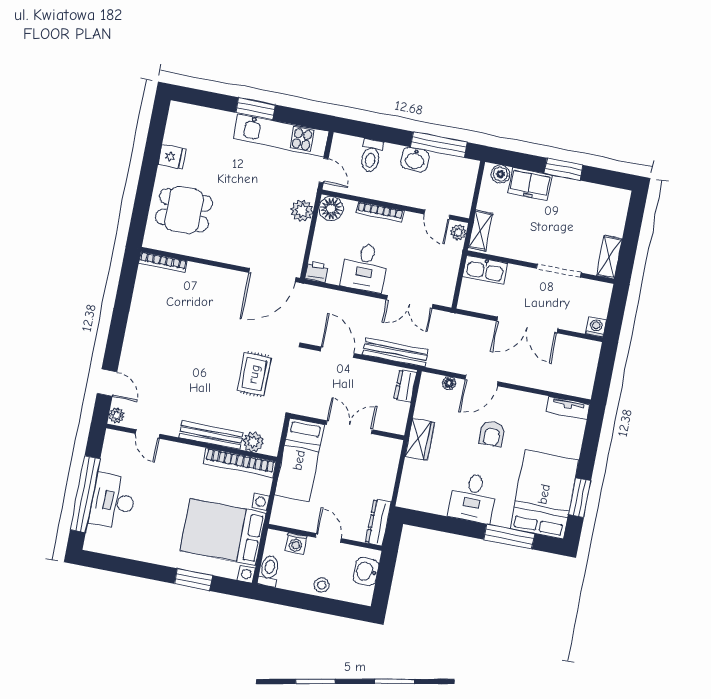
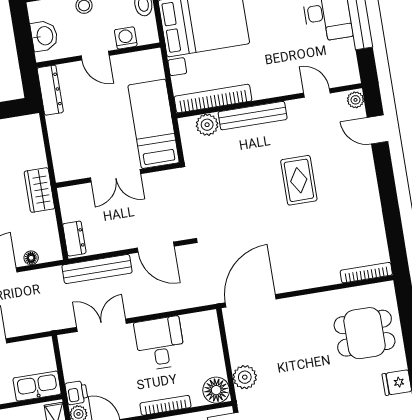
printer: (317, 272) -> (76, 393), moved, turned -90
rug: (254, 374) -> (299, 180), moved

